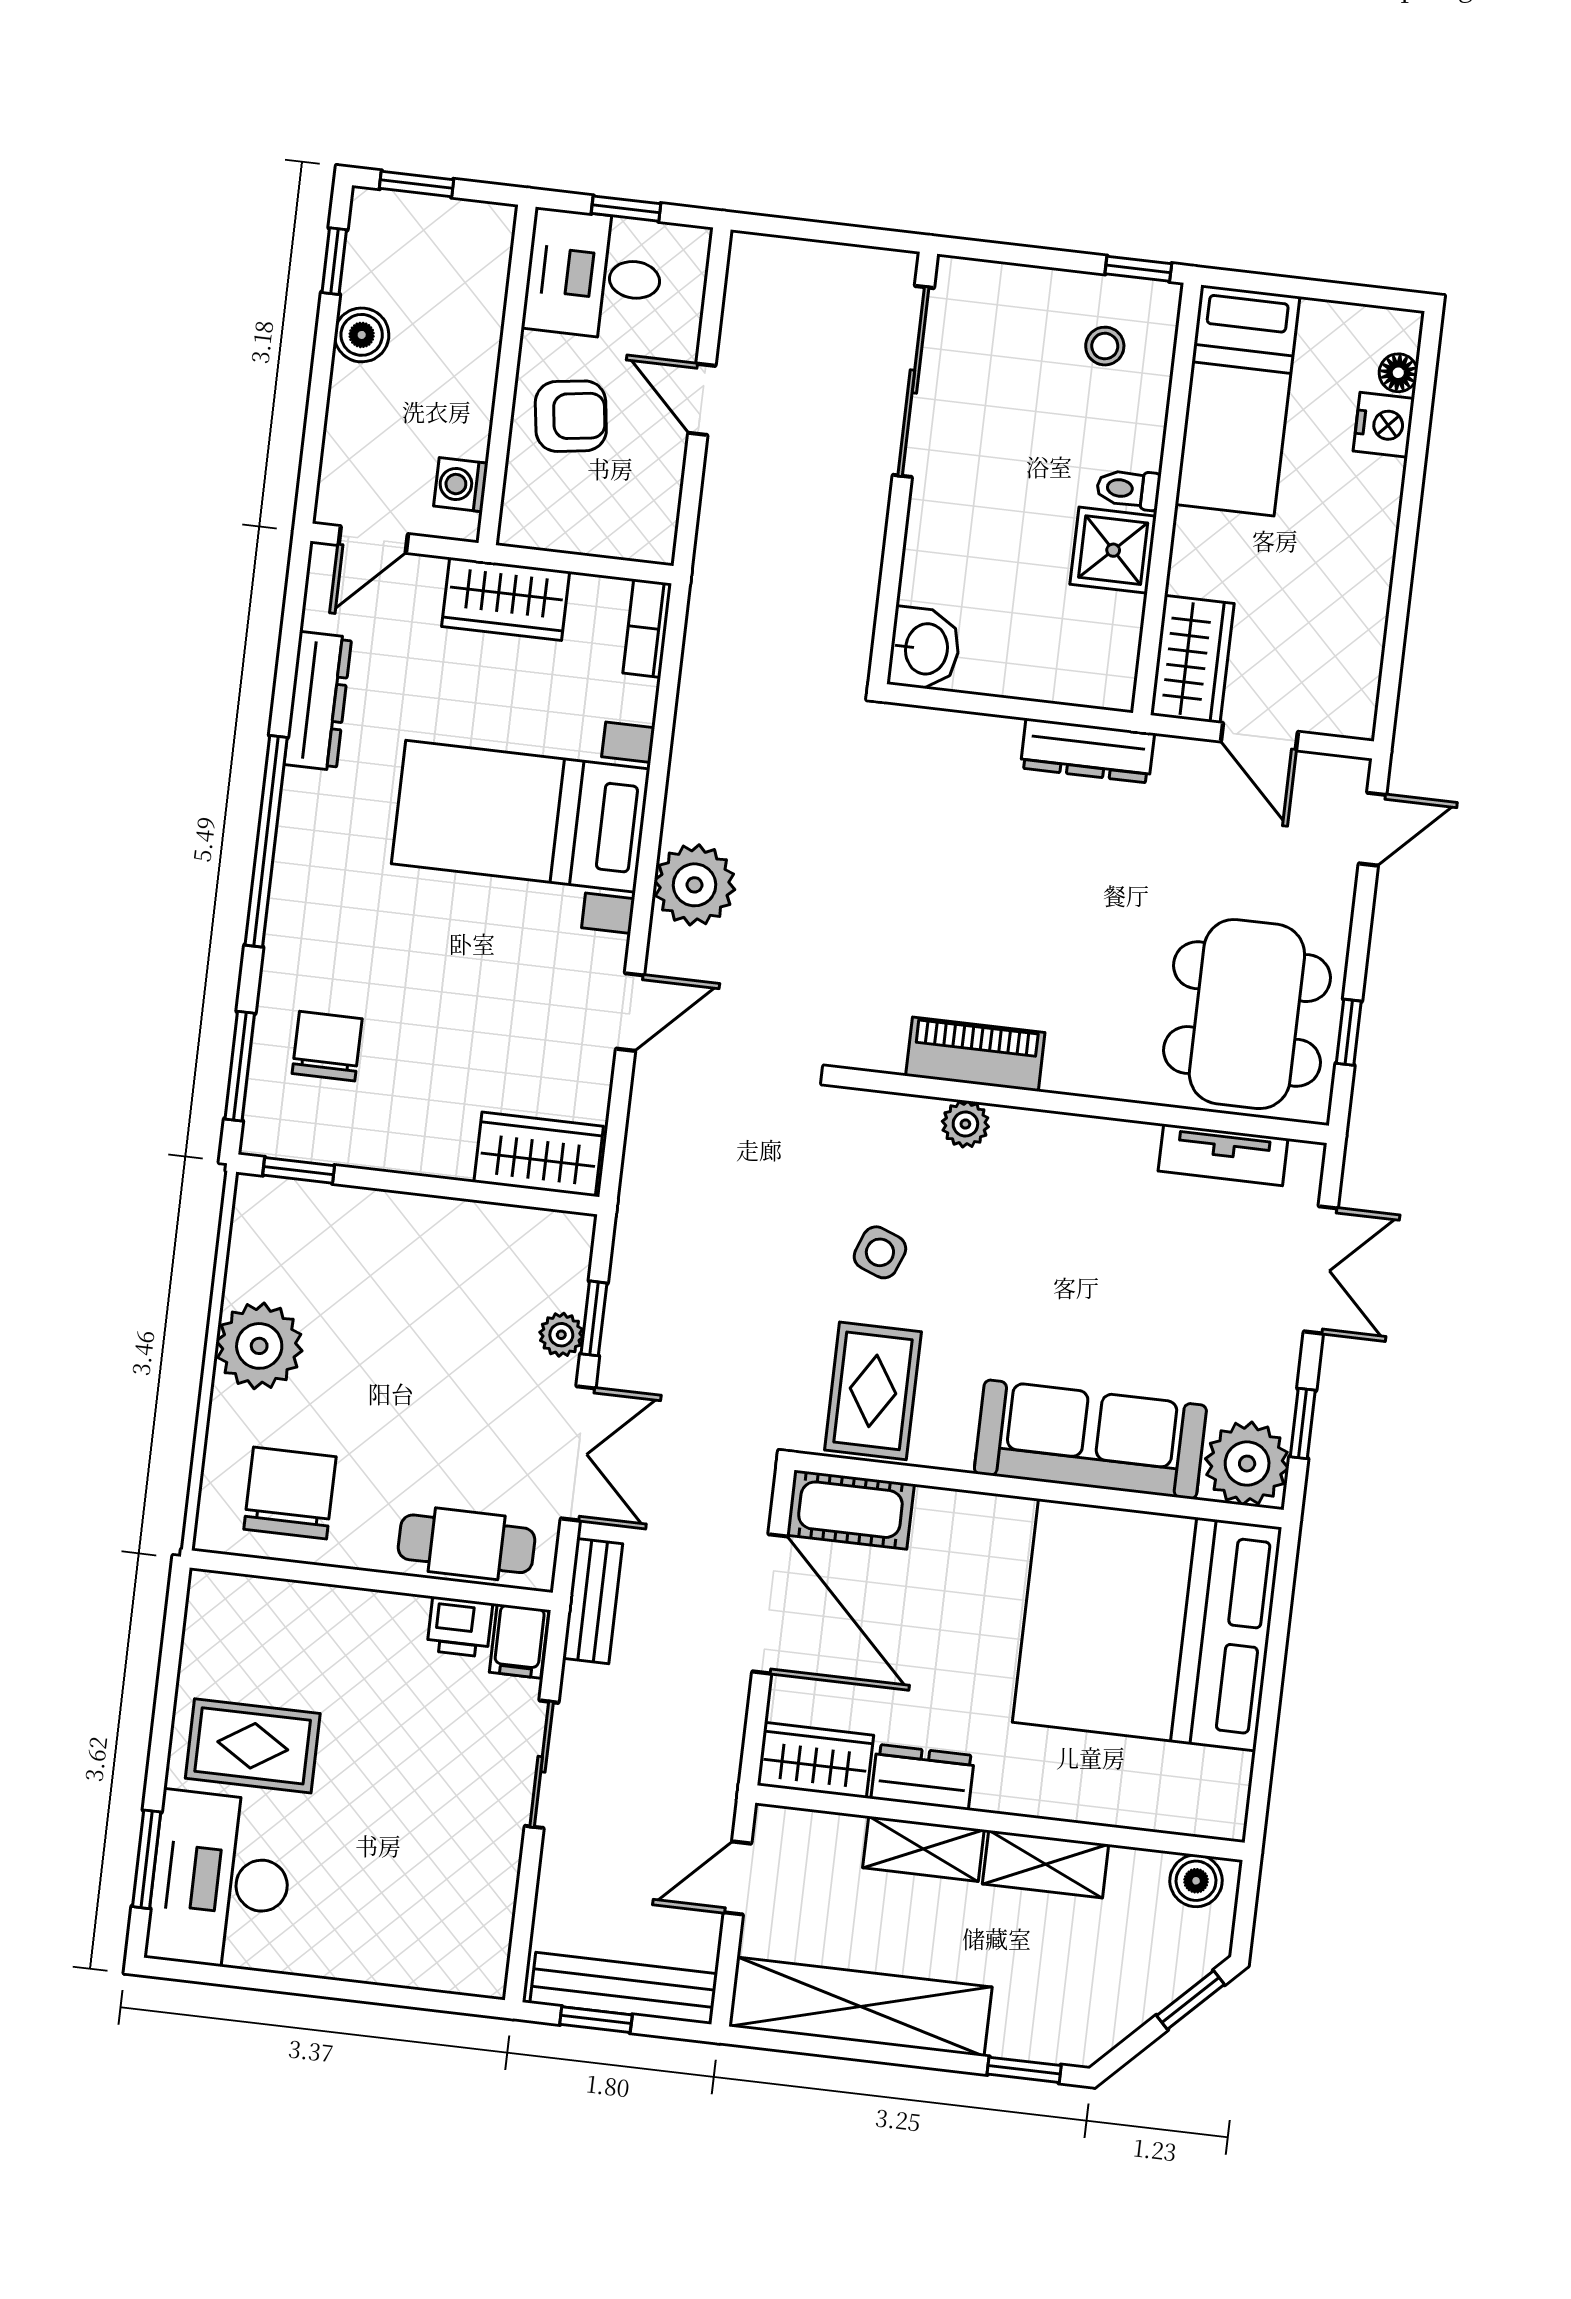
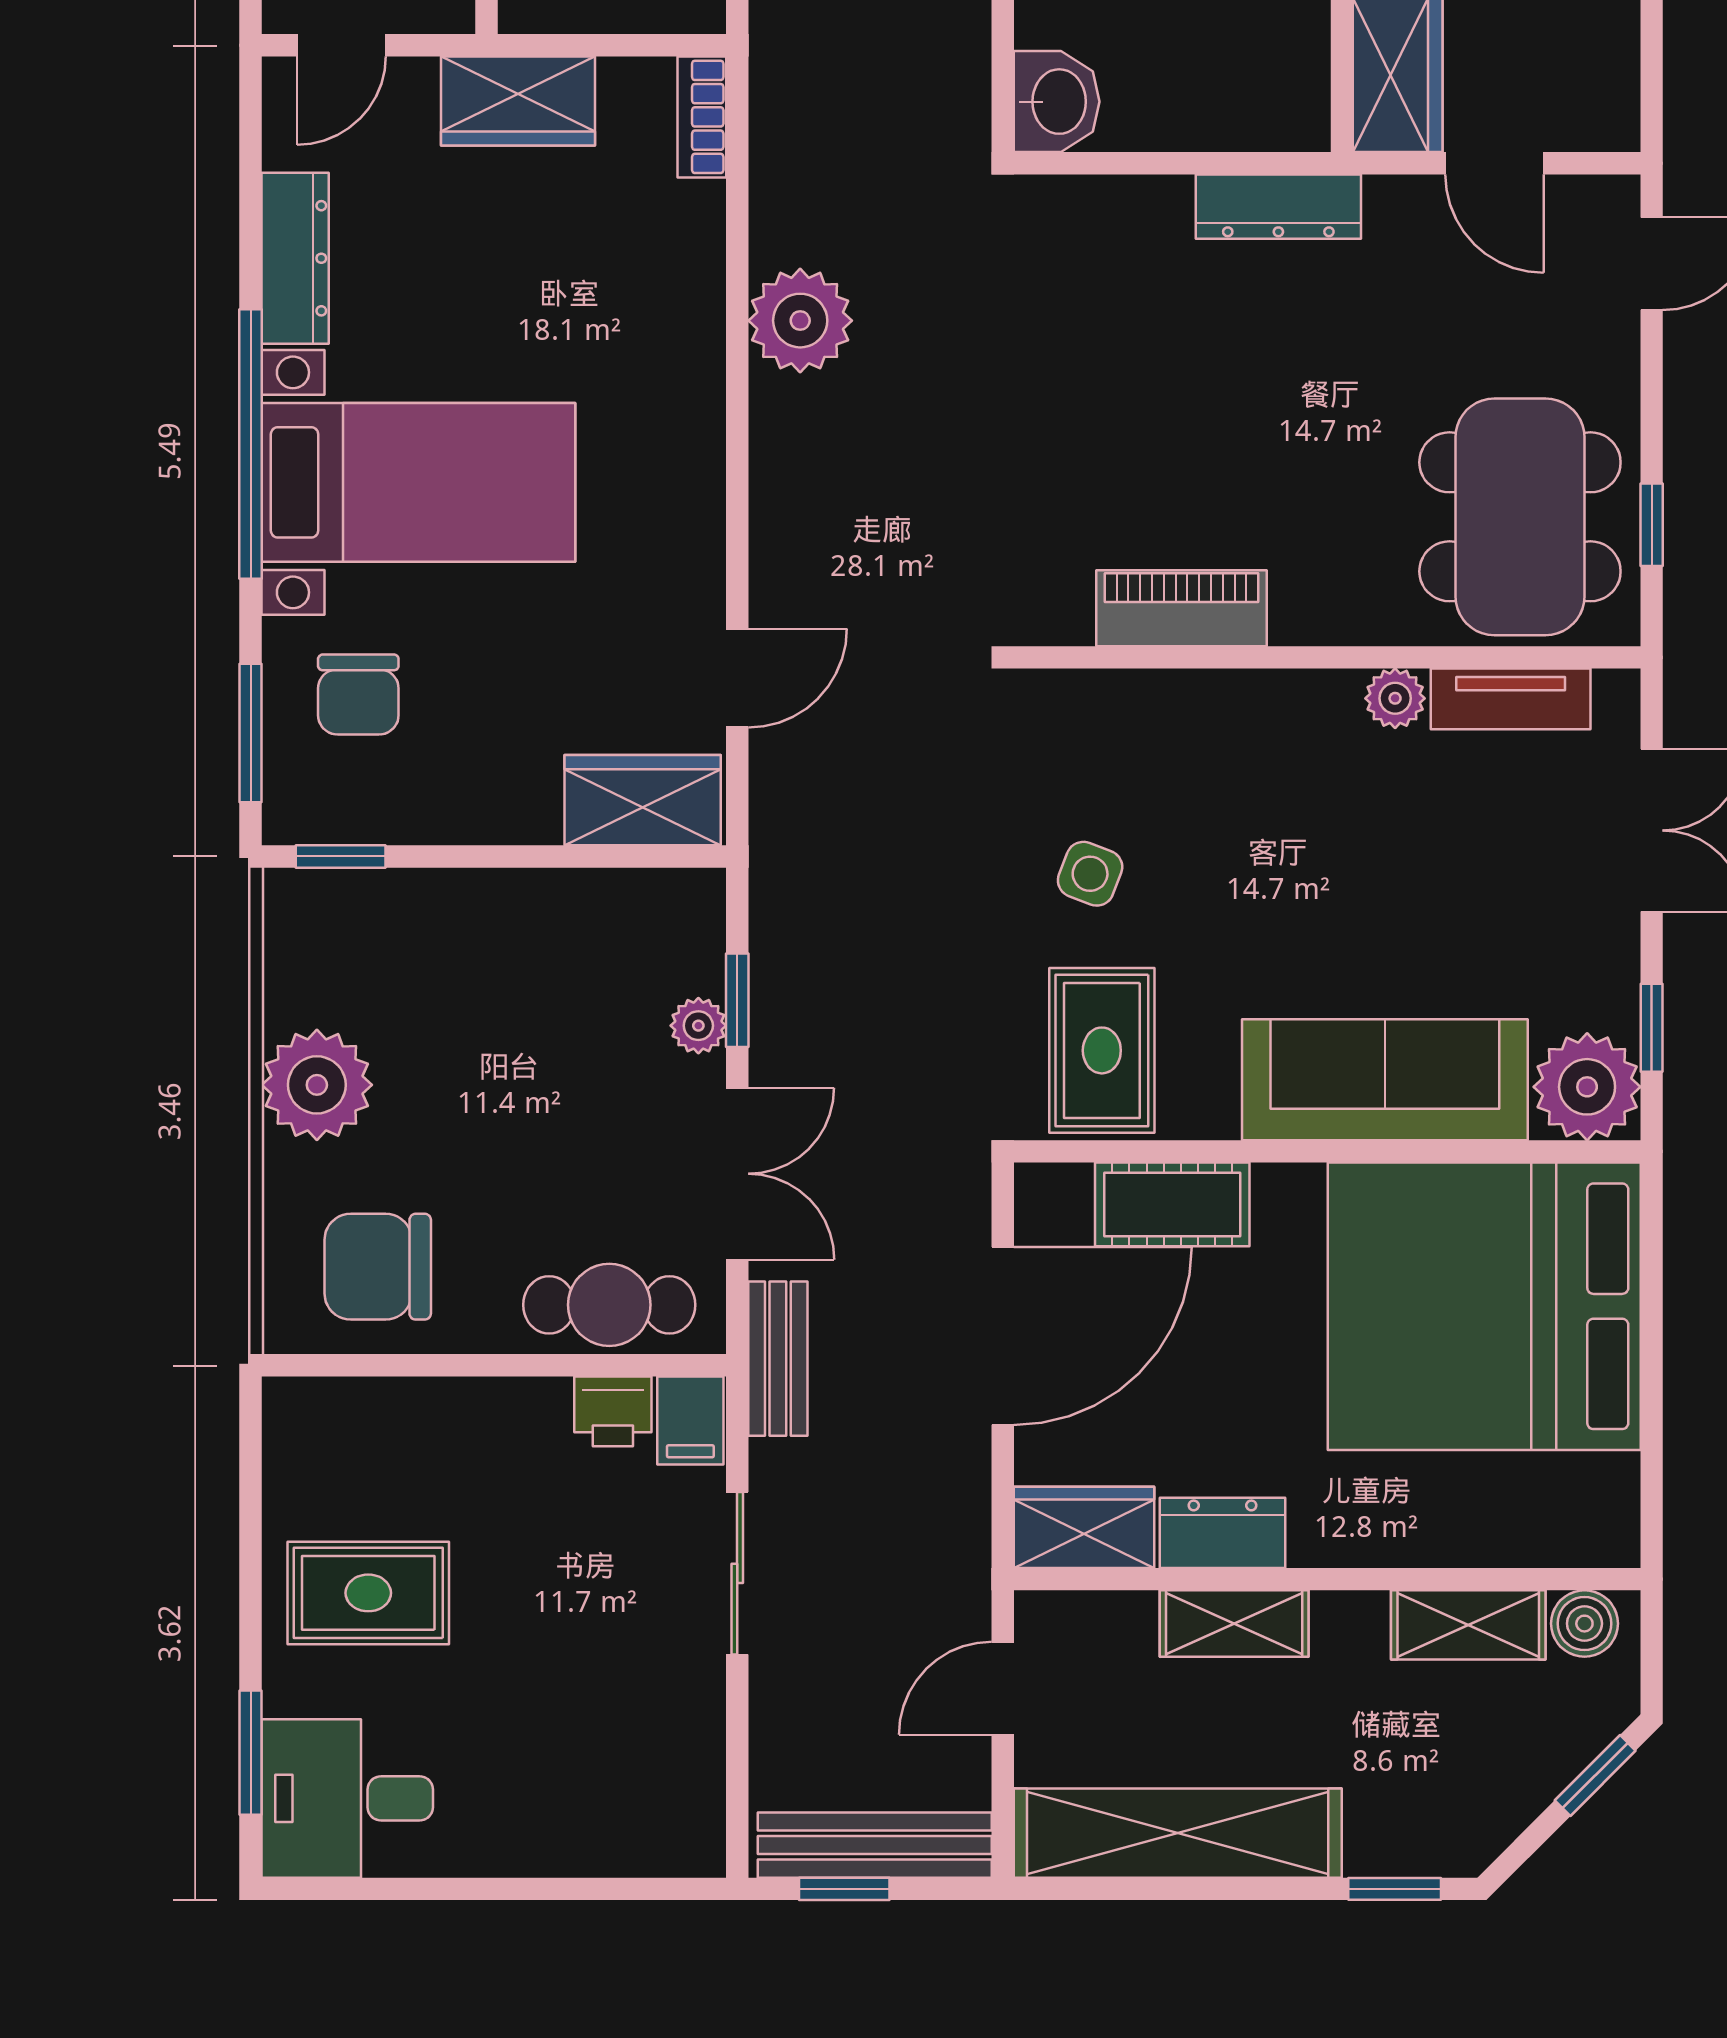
bed with nightstands: (521, 816) -> (418, 482), moved, turned 180
plant: (695, 885) -> (800, 321), moved
door: (630, 1012) -> (737, 678), moved
chair: (327, 1046) -> (358, 695), turned 180
plant: (965, 1124) -> (1395, 698), moved
chair: (290, 1493) -> (378, 1267), turned -90
cot: (850, 1510) -> (1172, 1204), moved
door: (770, 1604) -> (1003, 1336), hinge flipped
shelving: (1046, 1864) -> (1468, 1625), moved
desk: (220, 1881) -> (347, 1798), width x0.73

